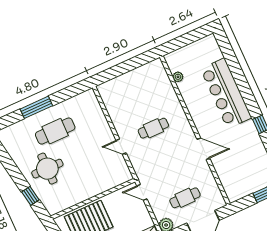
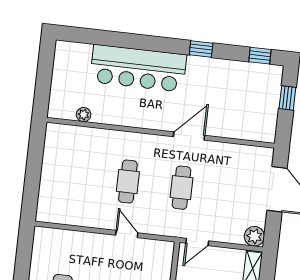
door: (121, 147) -> (127, 234), swing flipped
cafe table: (185, 198) -> (181, 188), moved

